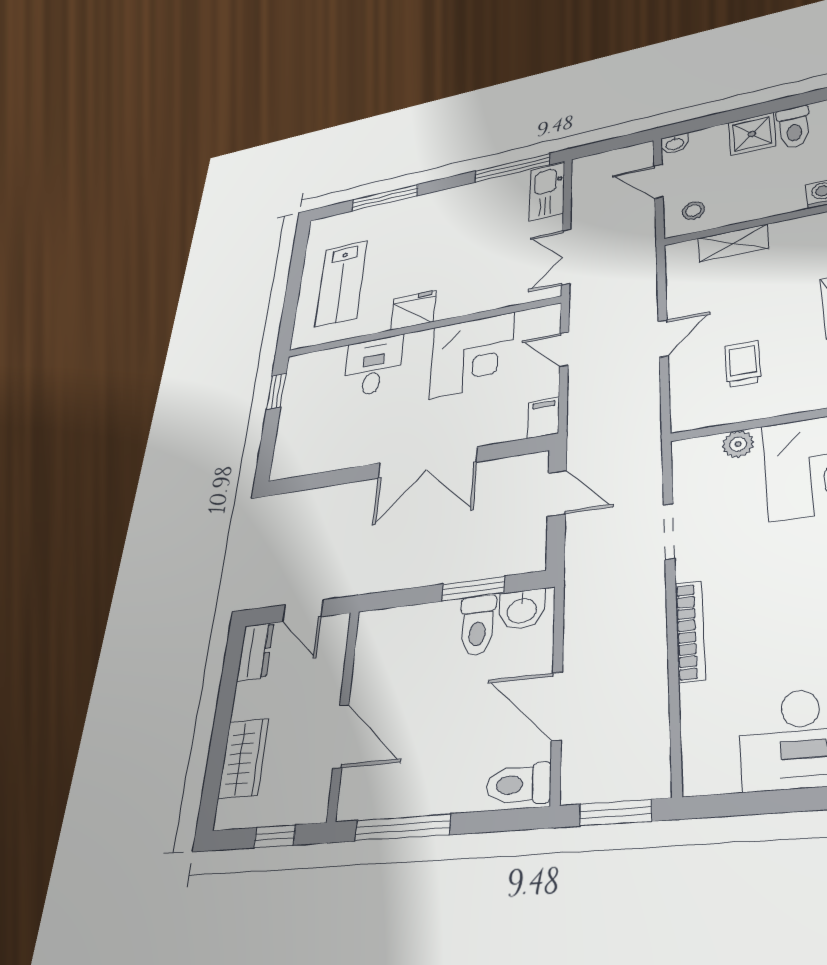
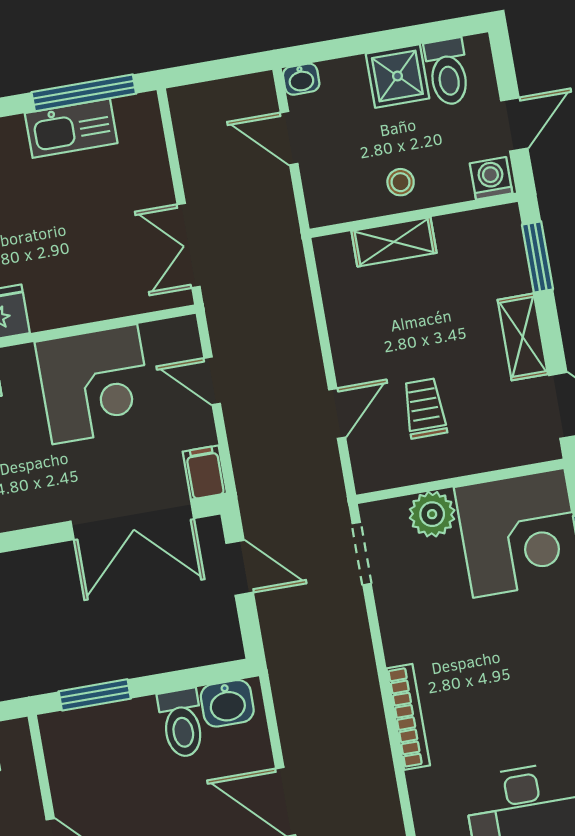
kitchen sink: (547, 192) -> (71, 128), moved, turned -90
stool: (693, 211) -> (401, 182), moved
door: (663, 338) -> (337, 413), moved
plant: (738, 444) -> (432, 514), width x1.38, depth x1.38
double door: (427, 463) -> (132, 520), moved
doorway: (669, 532) -> (362, 554), moved
window: (473, 589) -> (95, 695), moved

